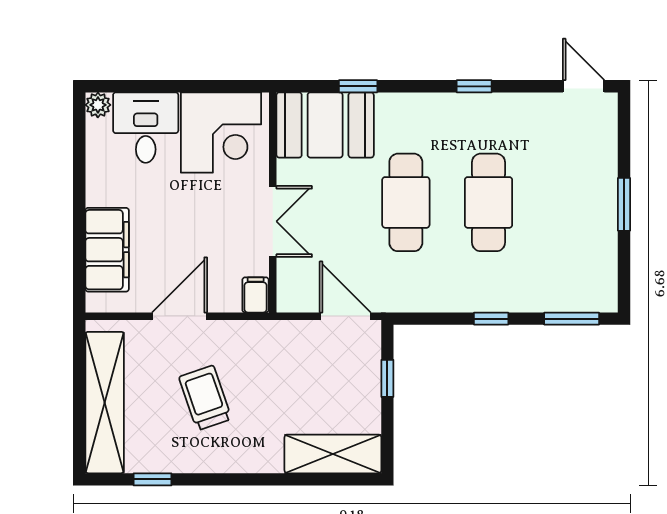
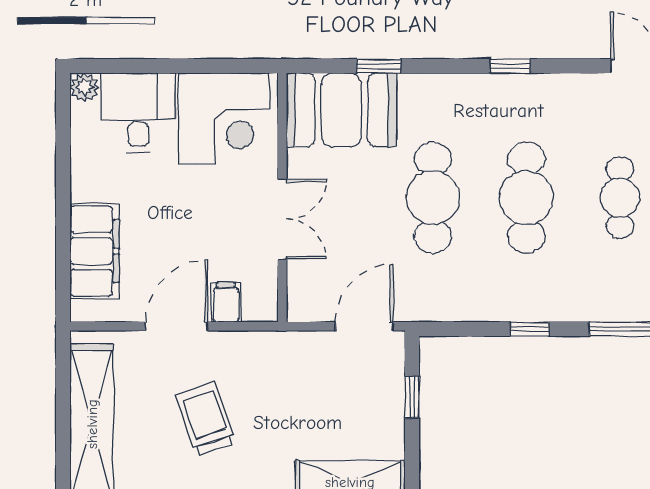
cafe table: (571, 202) -> (620, 198), added
filing cabinet: (256, 295) -> (226, 302), moved
door: (345, 316) -> (364, 326), hinge flipped

